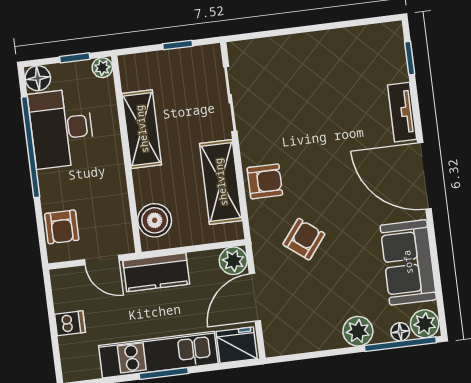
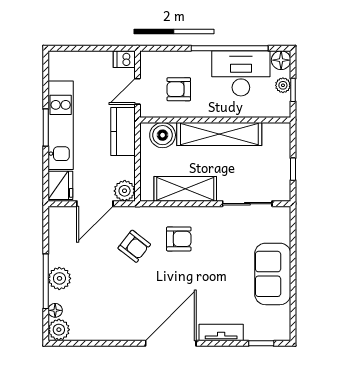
plant: (102, 68) -> (283, 85), moved
shelving: (142, 129) -> (219, 134), width x1.47
armchair: (265, 181) -> (179, 239), moved, turned -90
armchair: (62, 227) -> (179, 89), moved
sofa: (408, 262) -> (273, 274), moved, turned -90
door: (255, 297) -> (95, 204), swing flipped
dishwasher: (70, 323) -> (124, 59), moved, turned 90
window: (400, 344) -> (46, 281), moved

